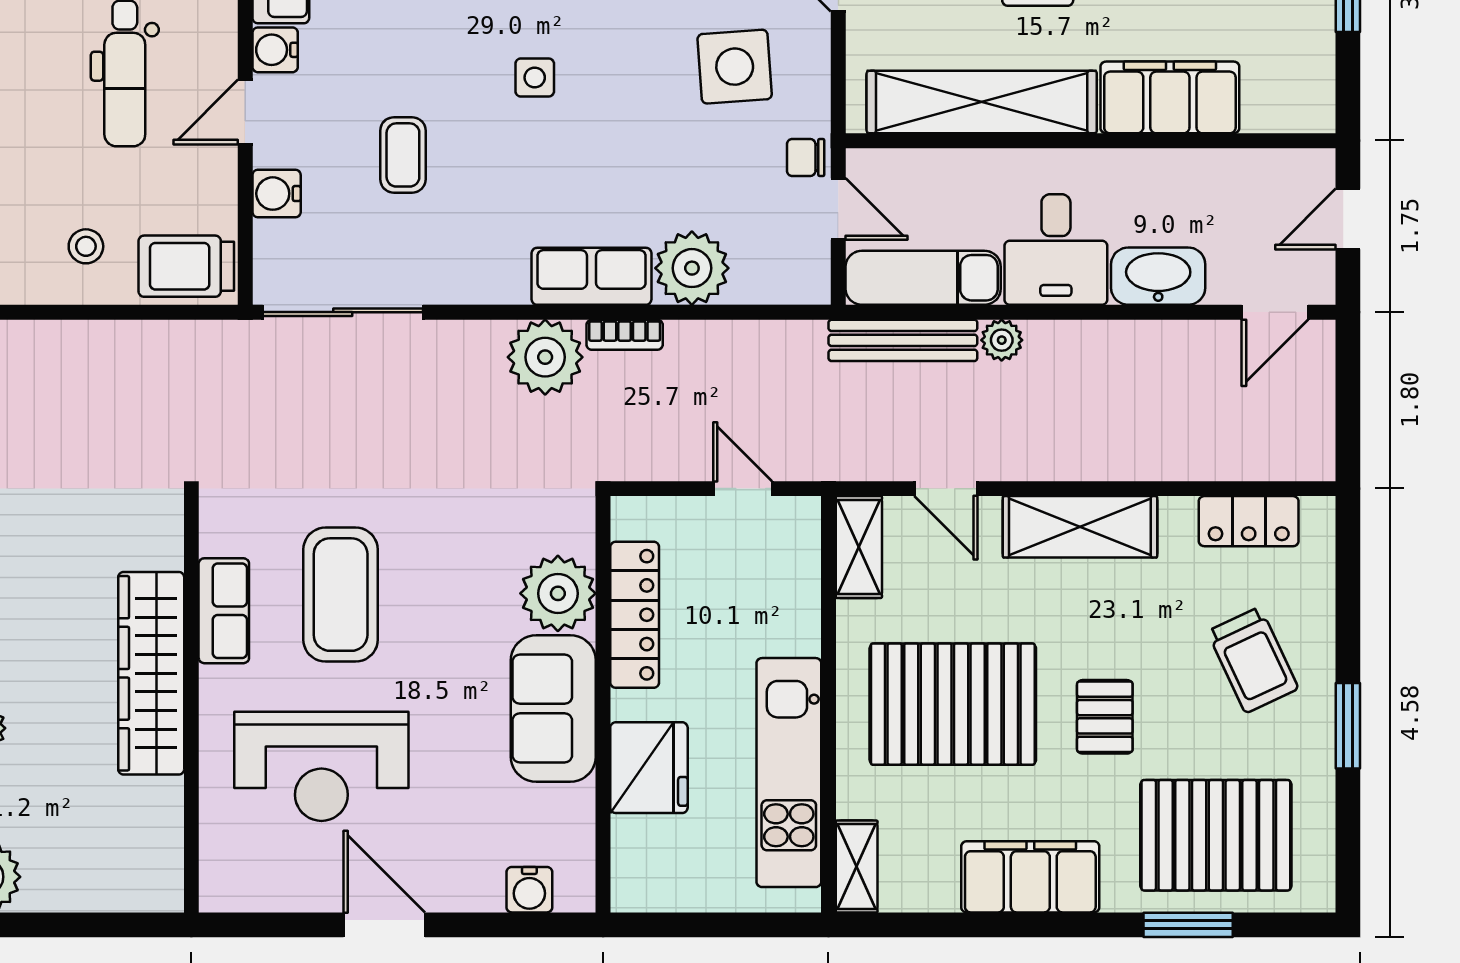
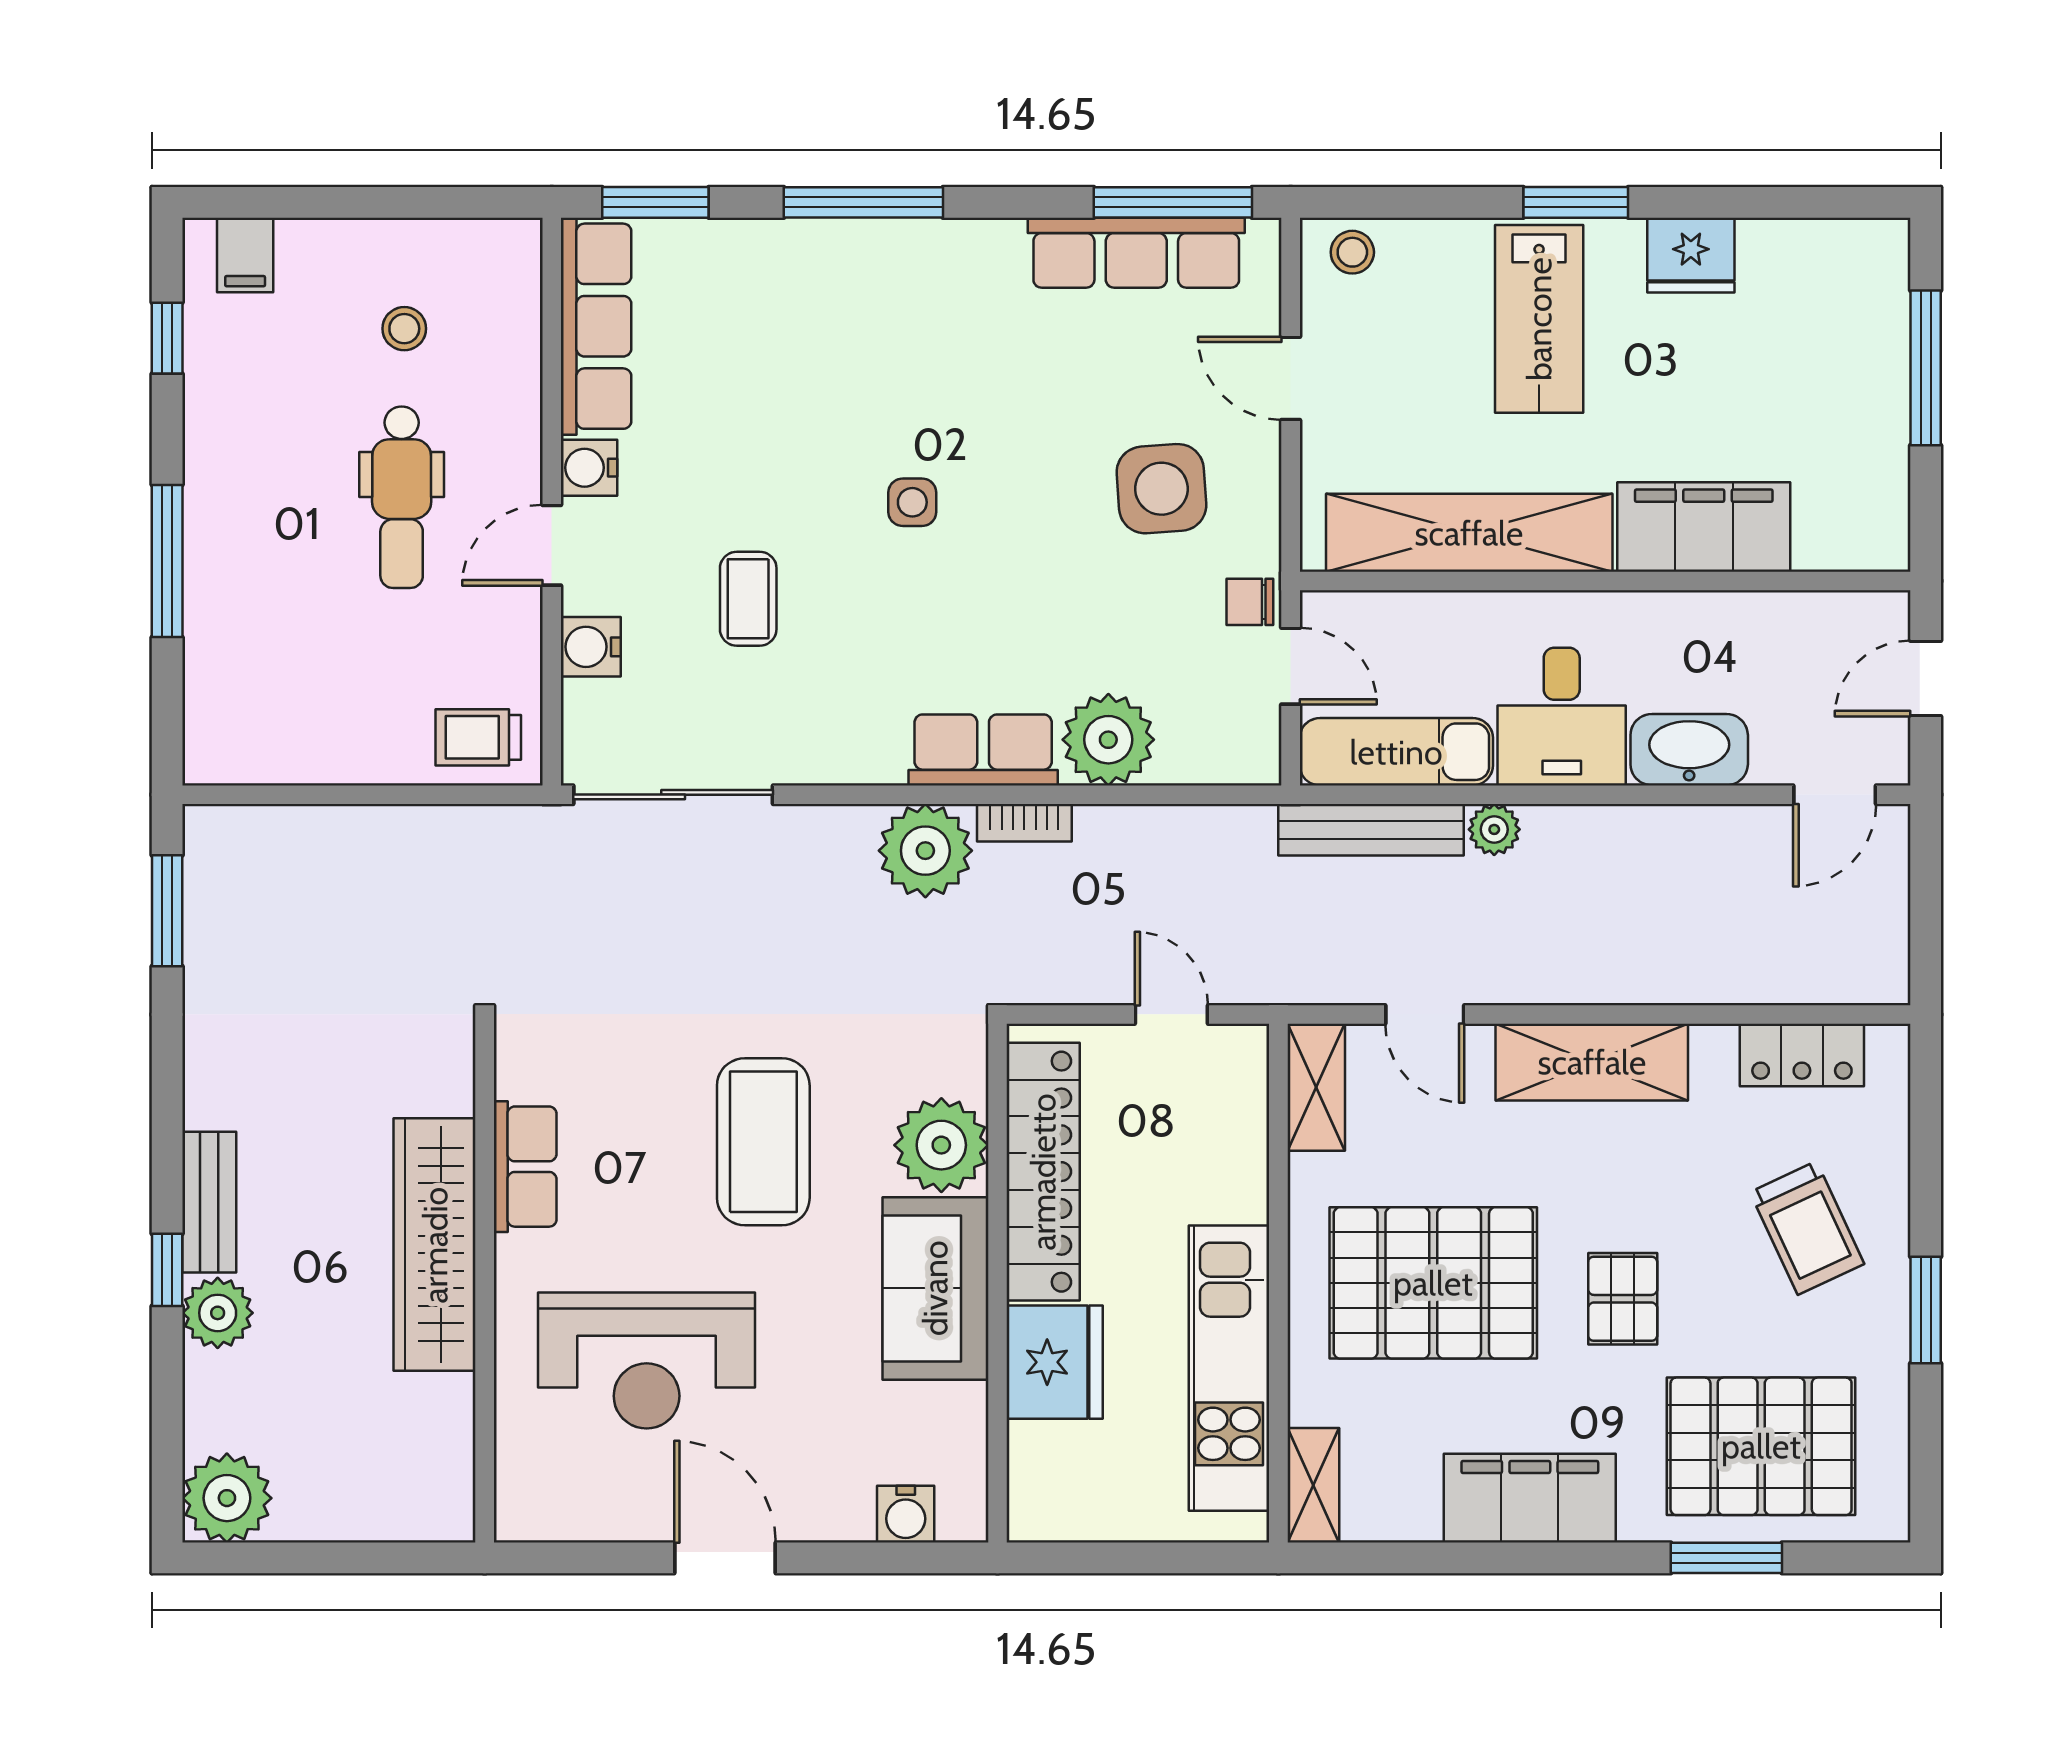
stool: (86, 246) -> (353, 713), removed
trolley: (186, 266) -> (478, 737), width x0.73, depth x0.72
coffee table: (341, 595) -> (763, 1142), moved
locker: (635, 615) -> (1043, 1172), width x1.41, depth x1.21

